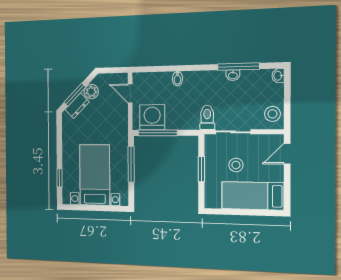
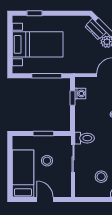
stool: (272, 114) -> (101, 177), moved
washing machine: (152, 117) -> (80, 93), width x0.53, depth x0.53
window: (158, 133) -> (72, 98), width x0.46
door: (287, 154) -> (45, 200), moved

